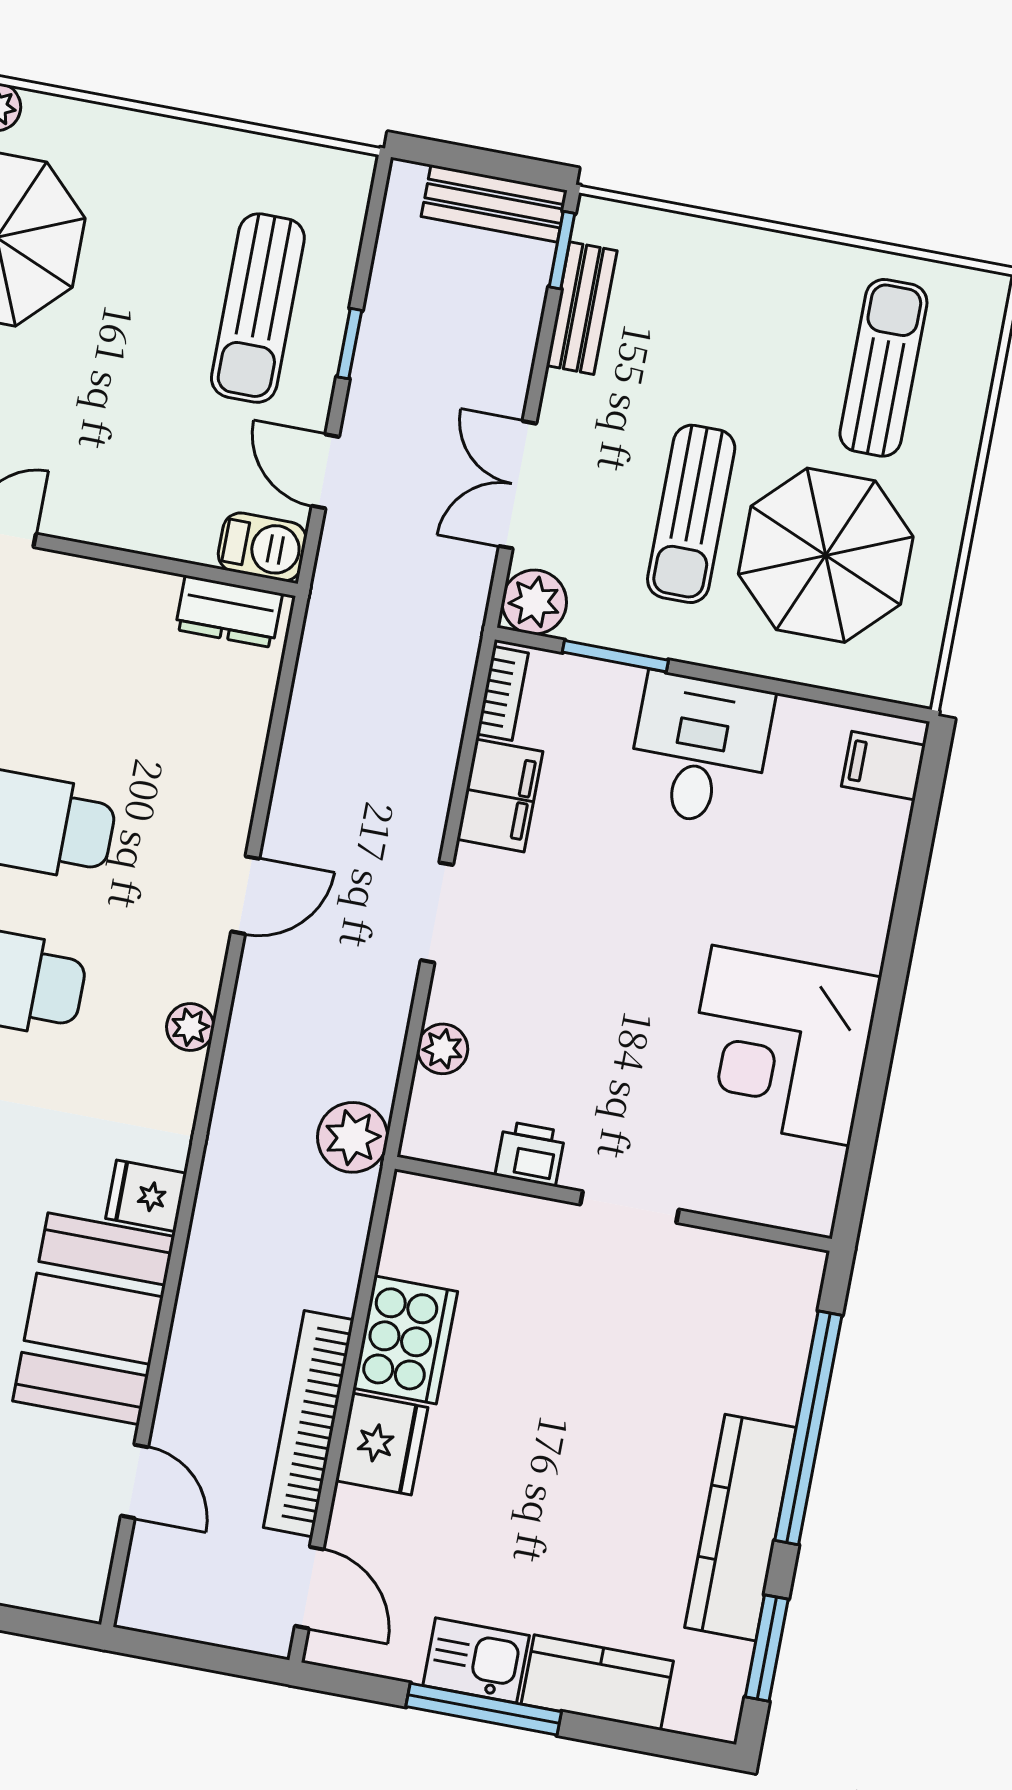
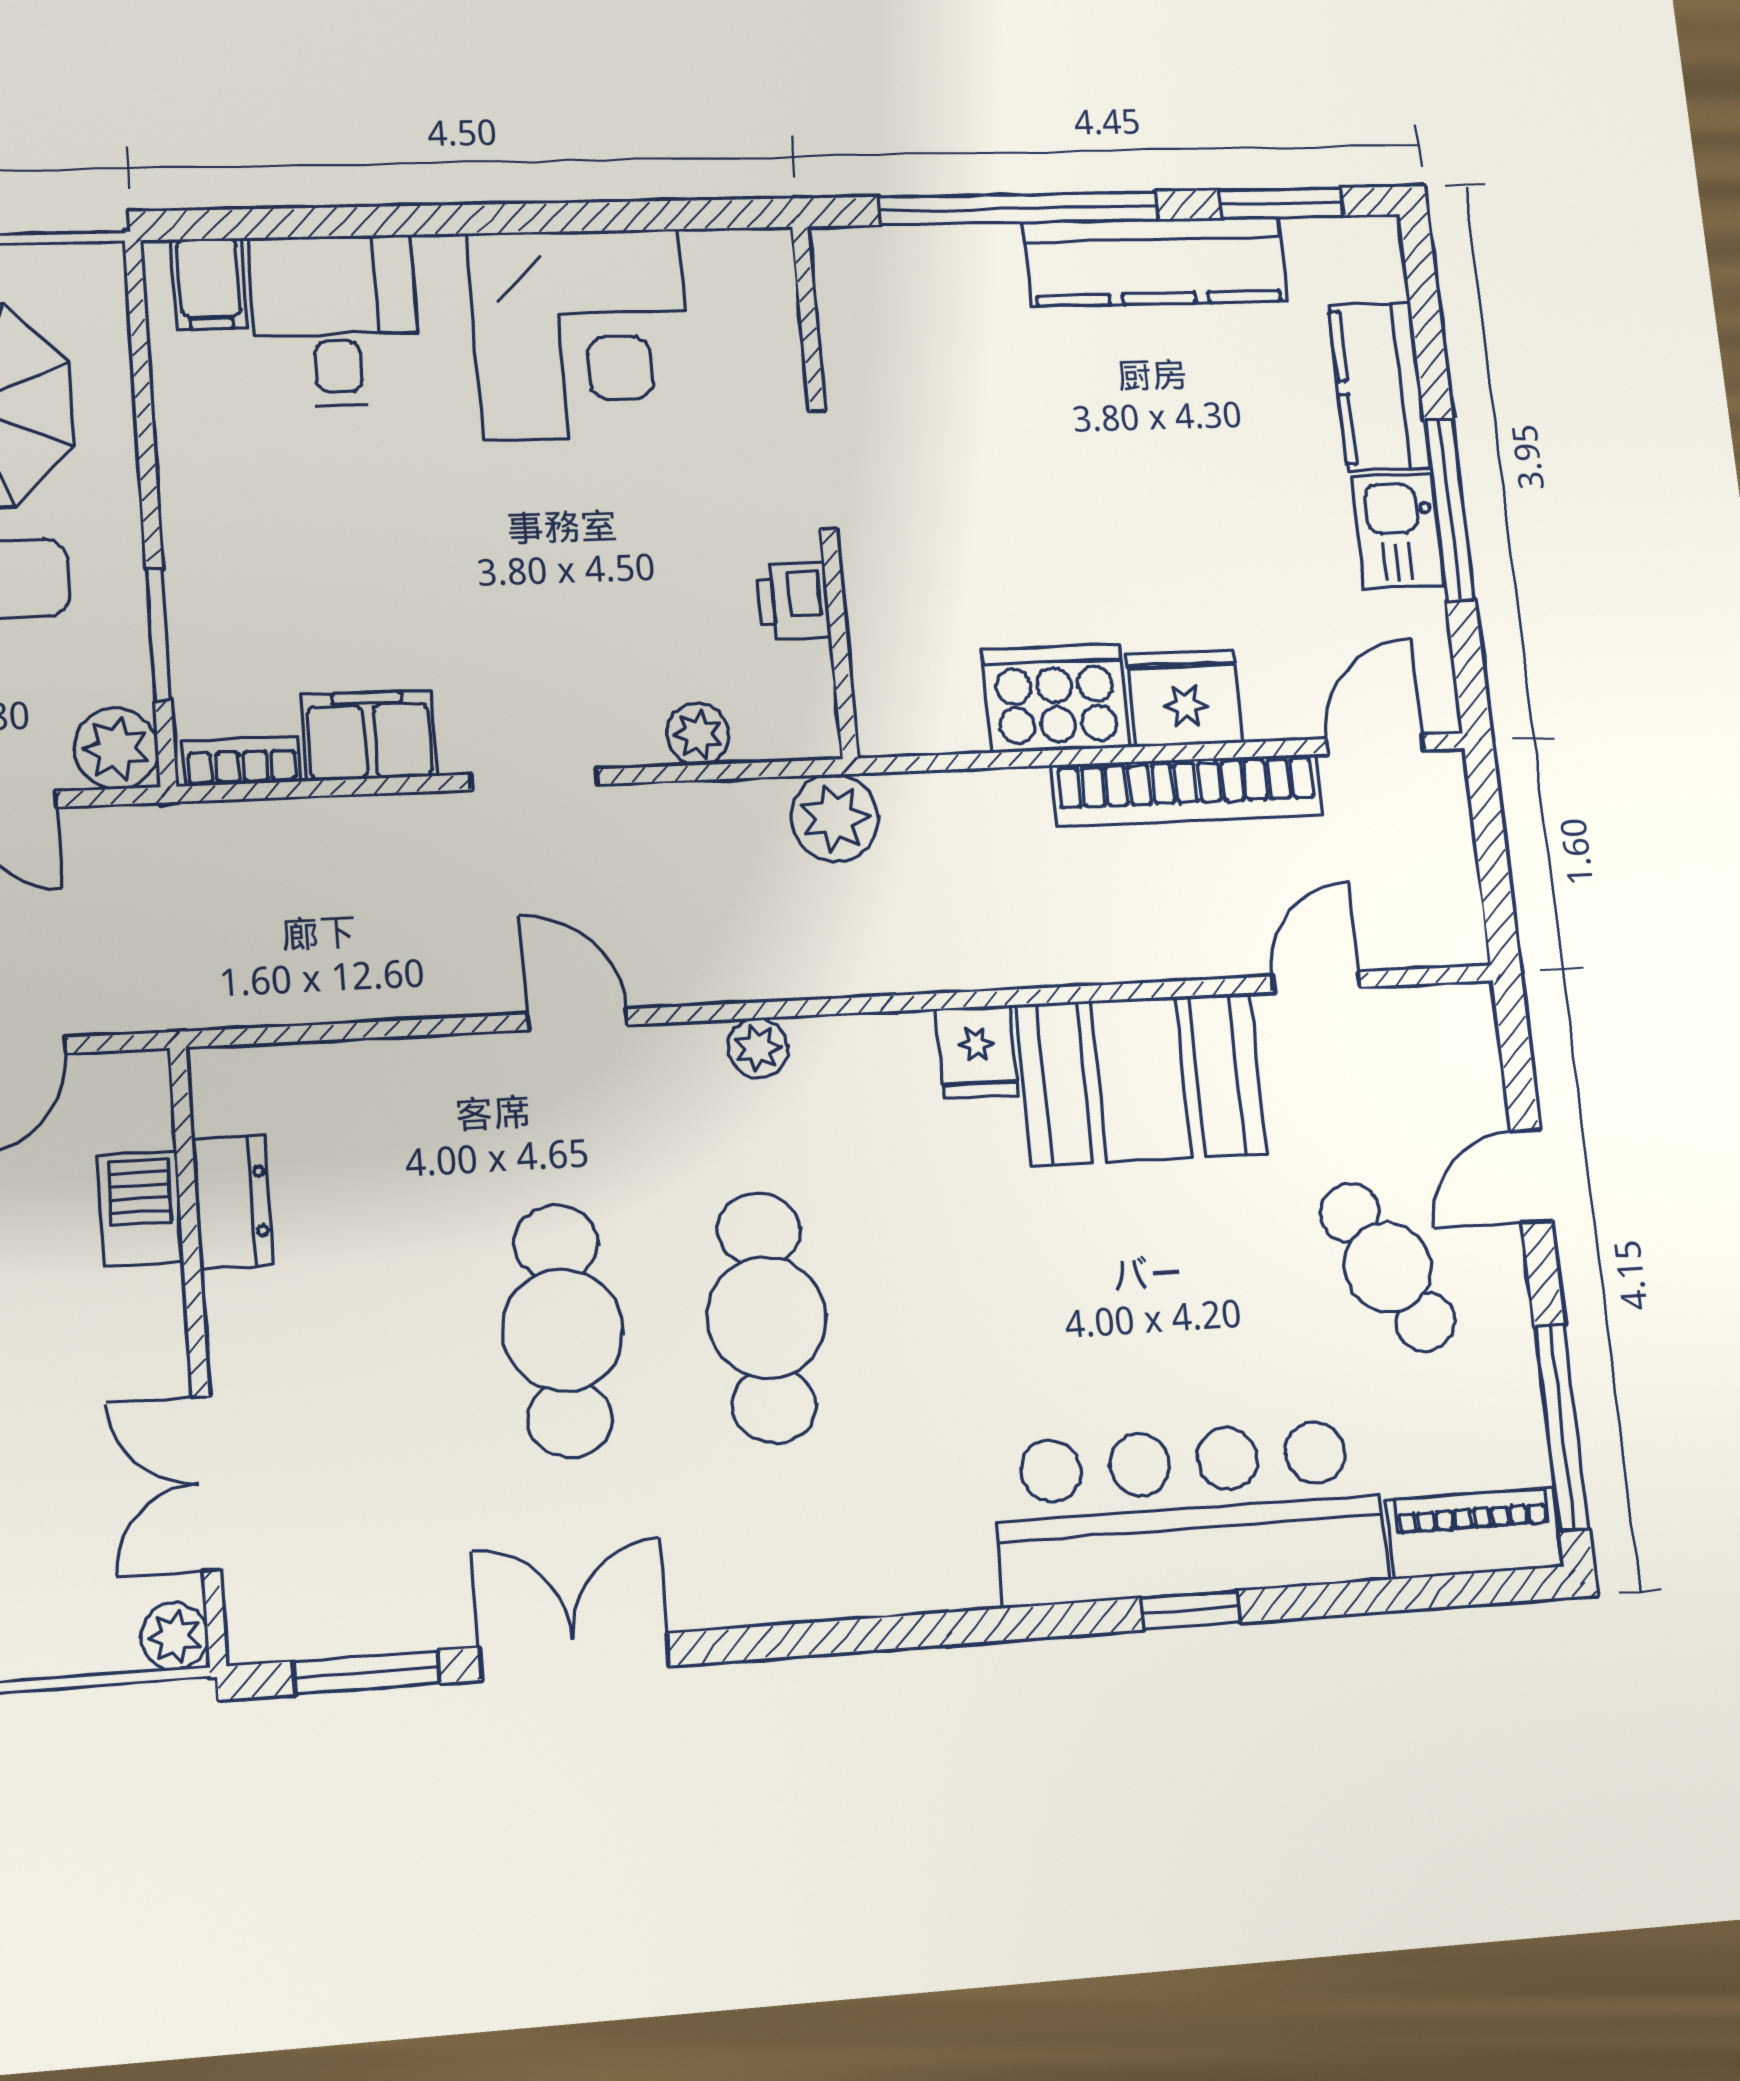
barbecue: (262, 547) -> (141, 1208), moved
dresser: (229, 611) -> (233, 1202), moved
desk: (700, 750) -> (335, 321), moved, turned 90

